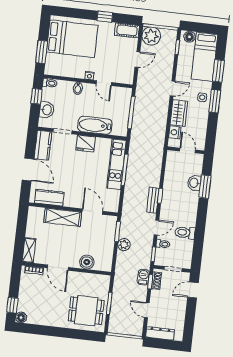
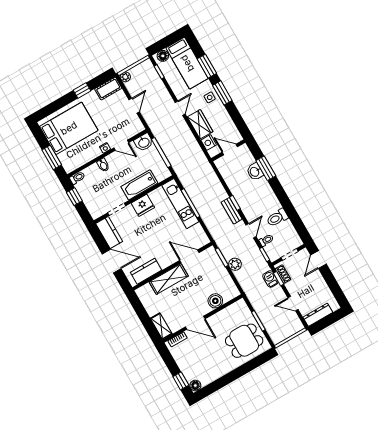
plant: (151, 36) -> (125, 77), width x0.53, depth x0.53
washbasin: (47, 110) -> (144, 142), moved, turned 90

